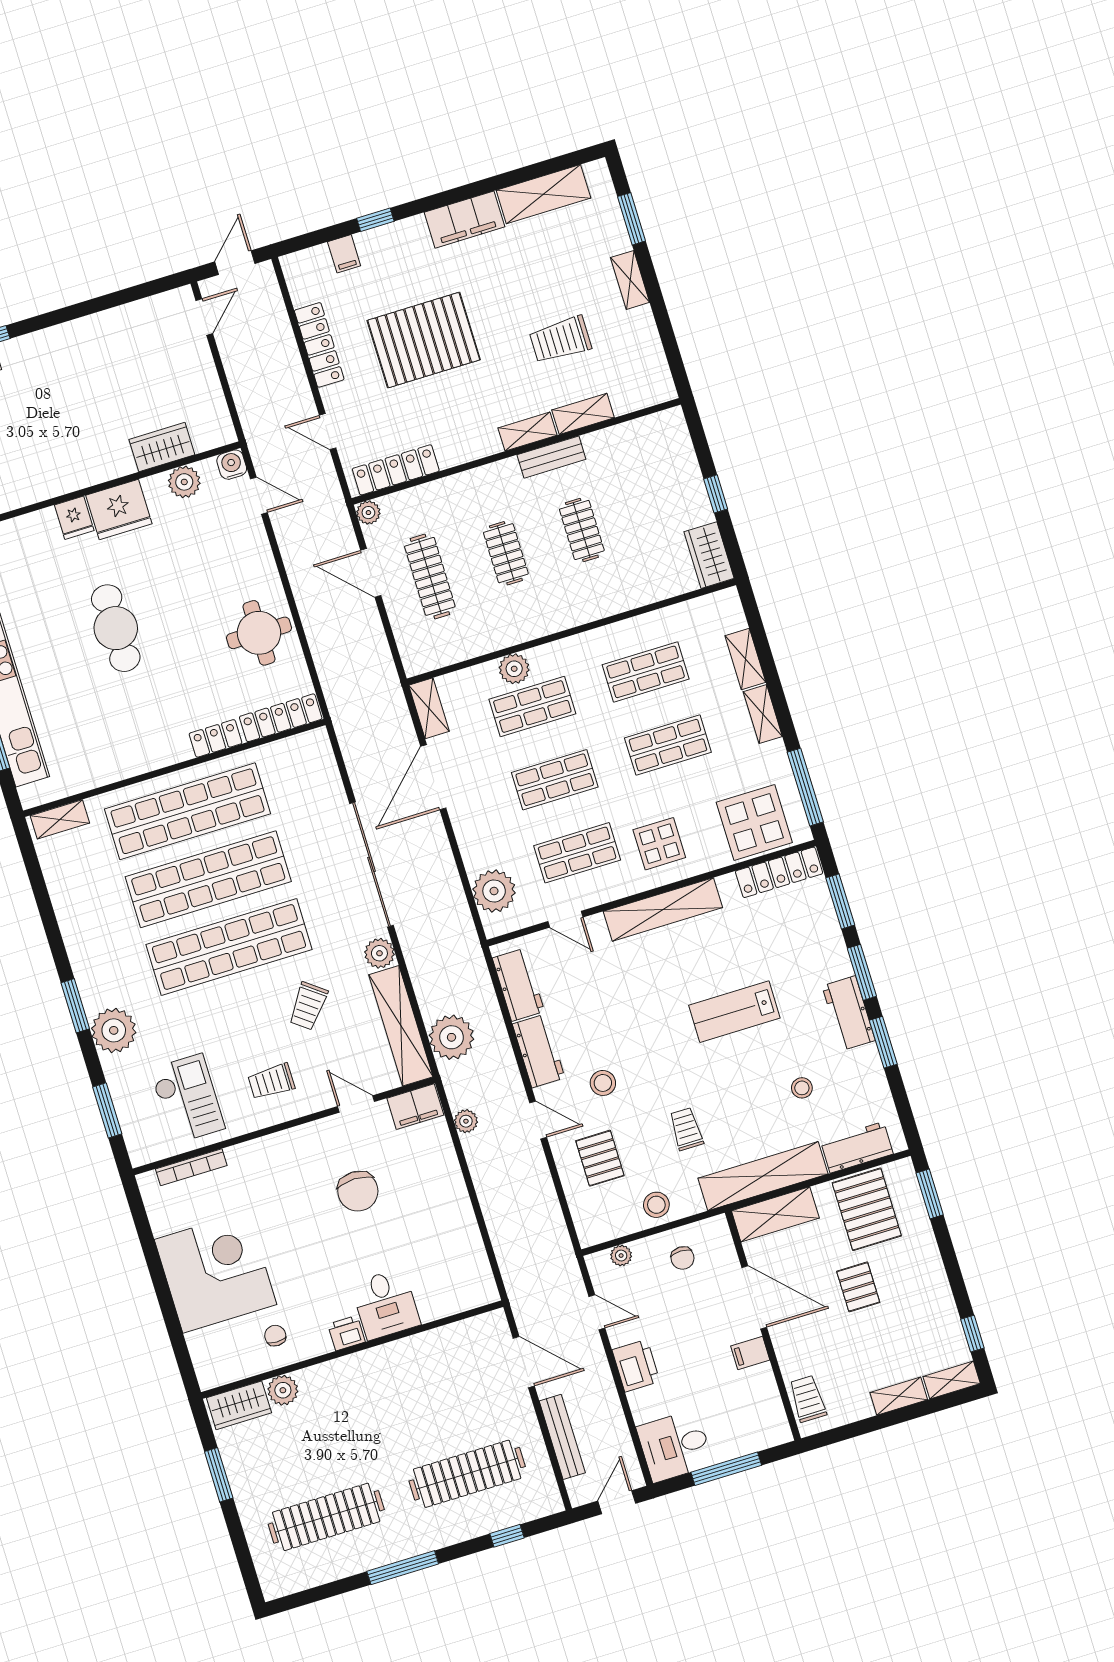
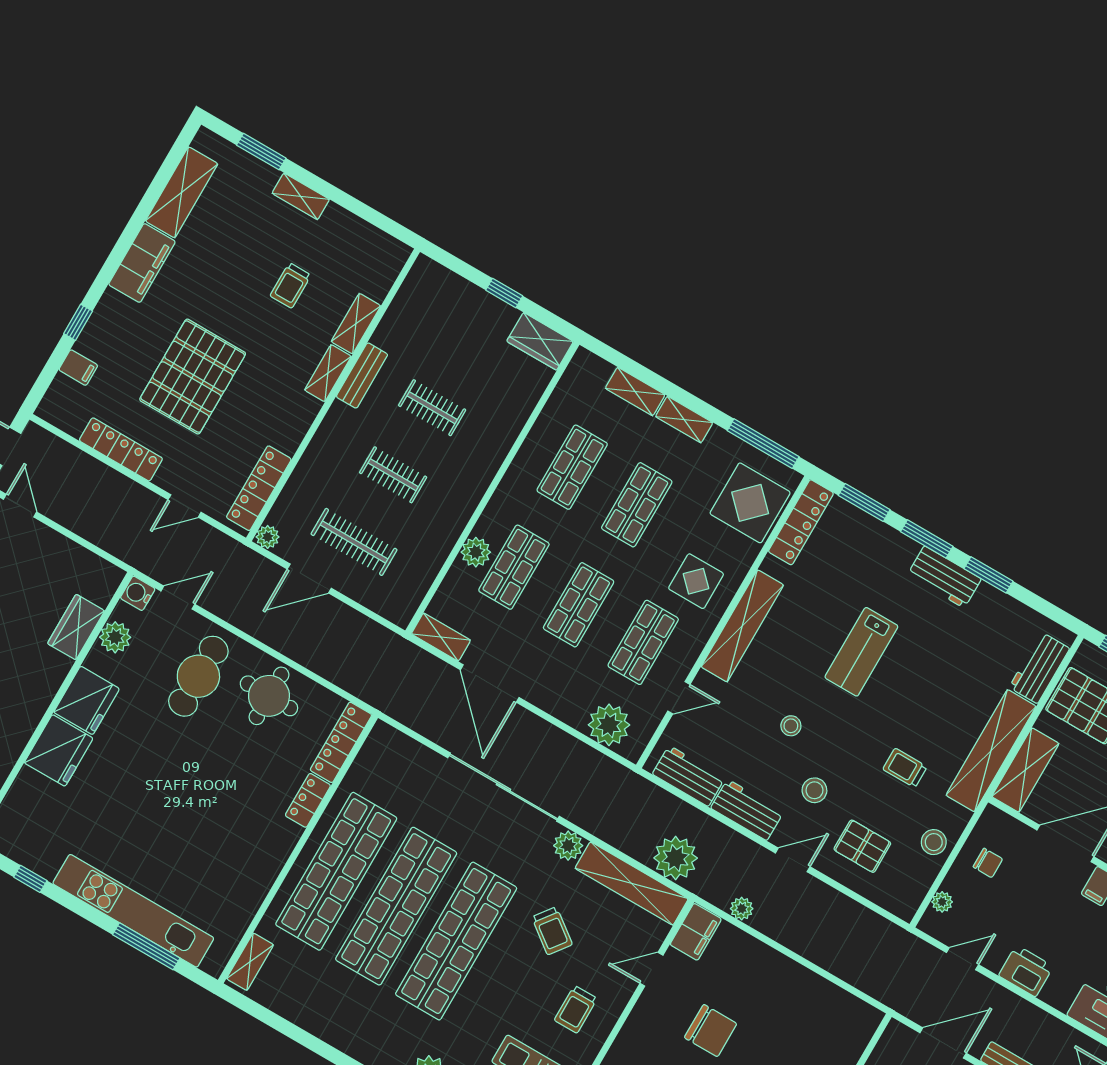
trolley: (560, 340) -> (290, 285), width x0.73, depth x0.72
fridge: (74, 518) -> (59, 750), width x1.88, depth x1.34
cafe table: (116, 628) -> (198, 676), moved, turned 90
stool: (802, 1088) -> (791, 726), moved

